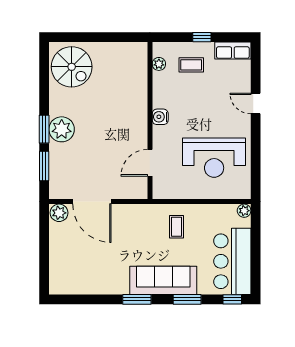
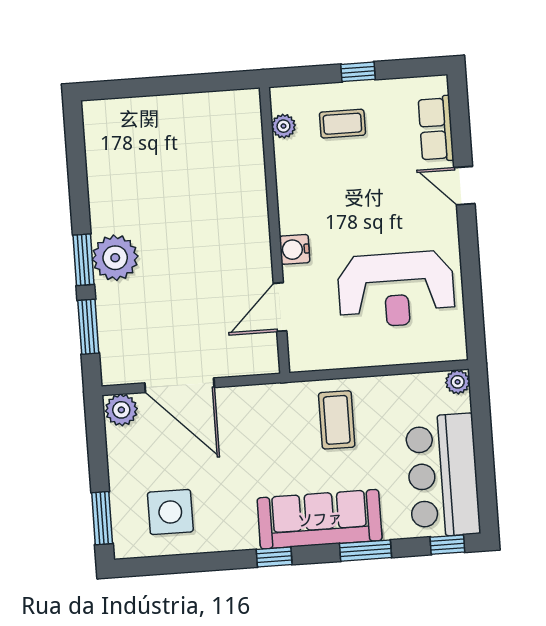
row of seats: (233, 50) -> (436, 129), moved, turned 90
spiral stairs: (72, 67) -> (125, 143), removed
water cooler: (160, 117) -> (295, 249), moved
coffee table: (176, 227) -> (337, 420), width x1.36, depth x1.30
window: (44, 271) -> (102, 518), added
side table: (82, 271) -> (170, 512), added
window: (137, 299) -> (274, 557), width x0.67

